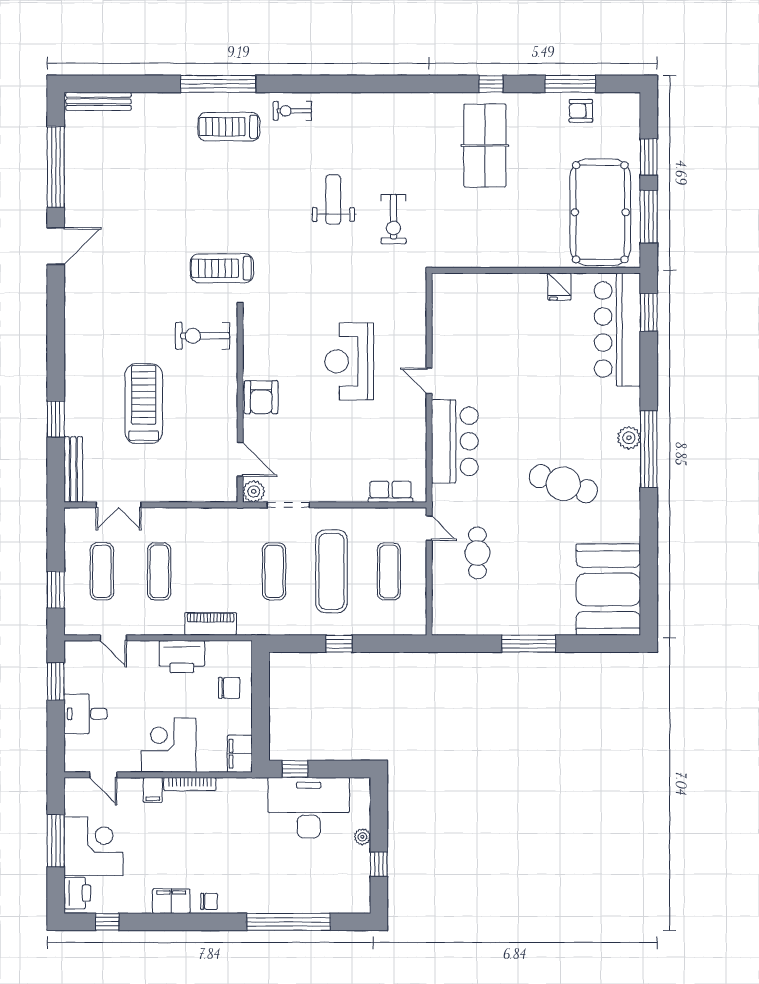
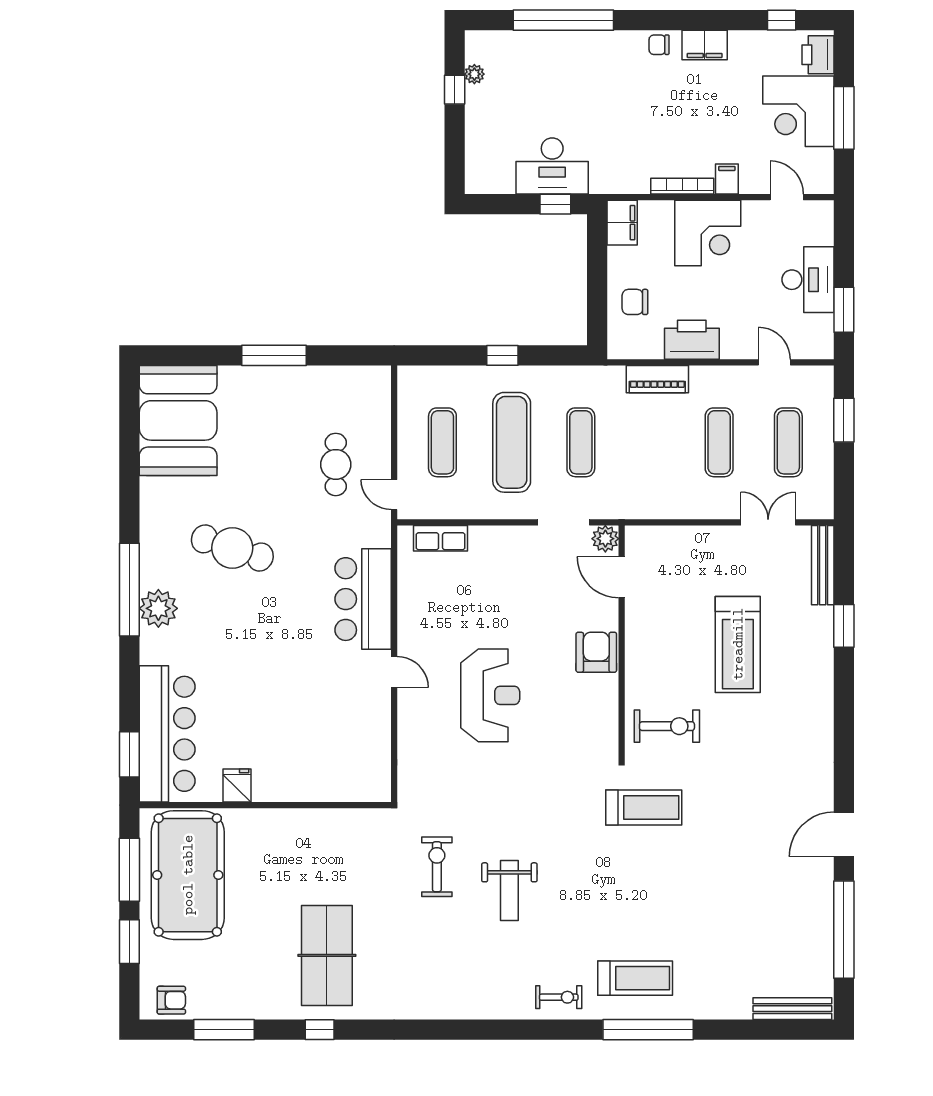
armchair: (581, 111) -> (171, 1000), moved
plant: (629, 438) -> (158, 608), width x1.36, depth x1.36
desk: (86, 714) -> (808, 280), width x1.37
desk: (309, 808) -> (552, 166), width x0.73, depth x0.77
plant: (362, 837) -> (474, 74), moved

